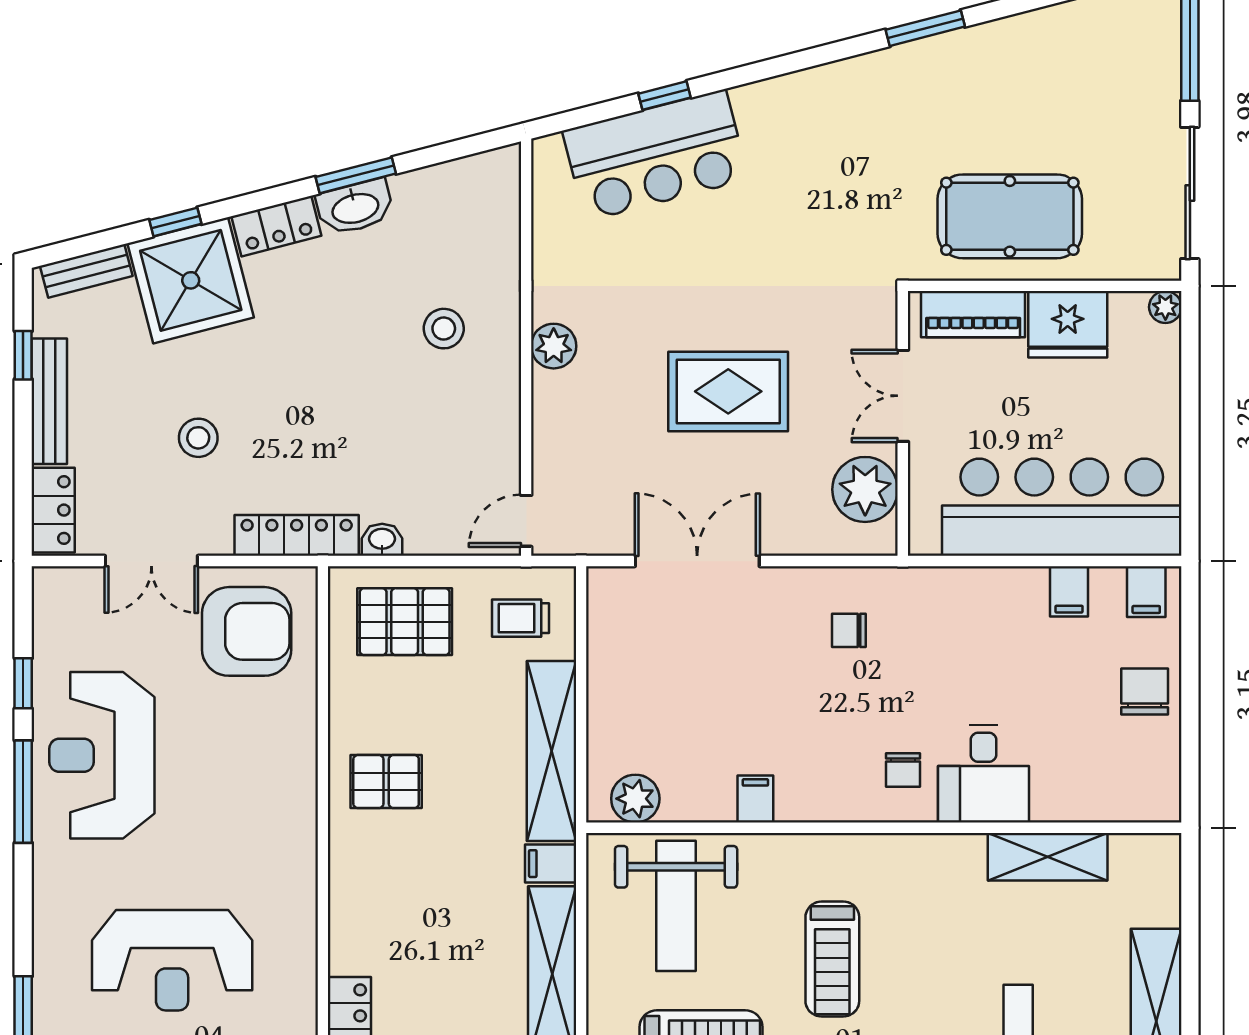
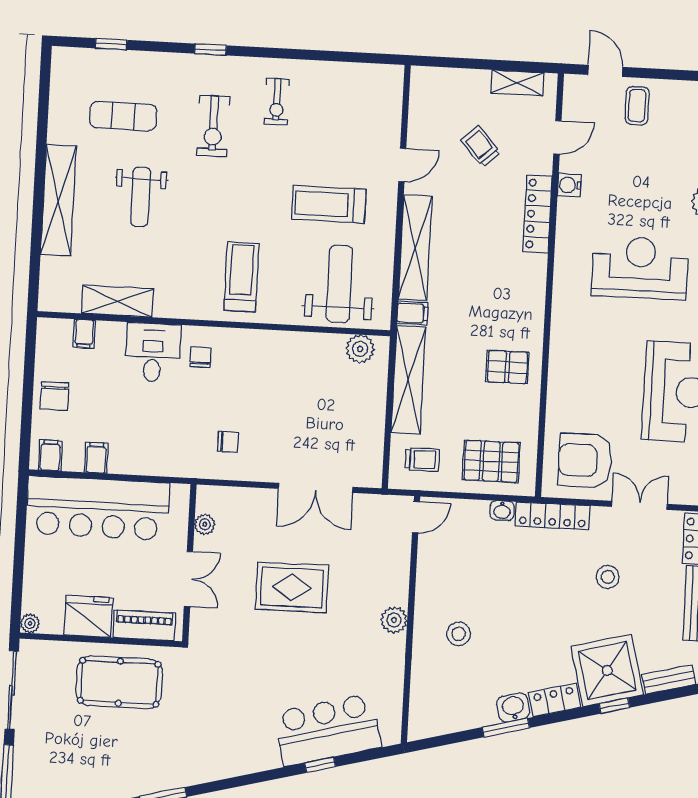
washbasin: (355, 207) -> (513, 708), width x0.72
plant: (865, 489) -> (205, 524), width x0.53, depth x0.53
filing cabinet: (755, 799) -> (84, 334), moved
treadmill: (832, 959) -> (241, 277), moved

